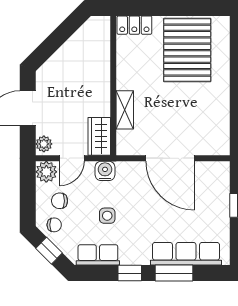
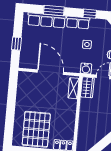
shelving: (125, 110) -> (74, 88), moved
row of seats: (98, 255) -> (78, 22), moved
window: (130, 273) -> (90, 14), moved

